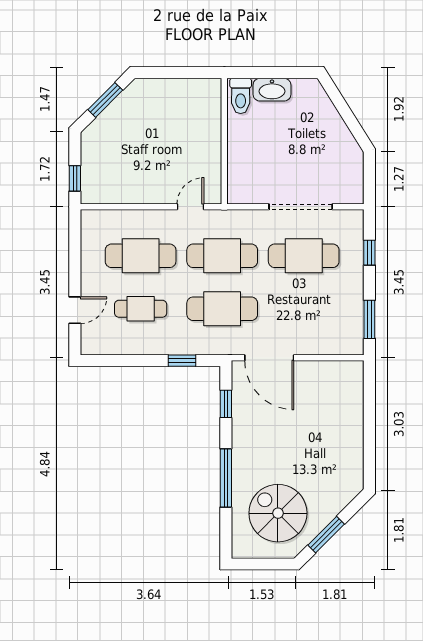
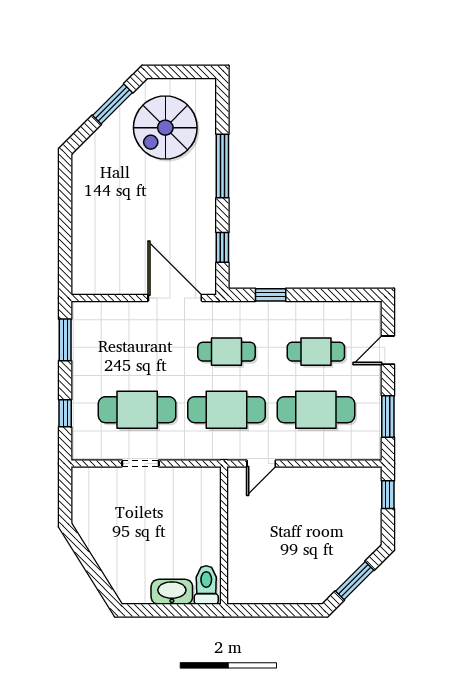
doorway: (301, 207) -> (140, 463), width x0.53
window: (75, 250) -> (388, 416), added
cafe table: (222, 309) -> (227, 352), width x0.73, depth x0.74
spiral stairs: (278, 513) -> (165, 128), turned 90

